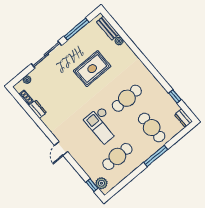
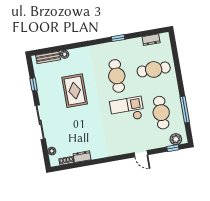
window: (76, 29) -> (34, 84), width x0.46
window: (175, 96) -> (118, 38), moved
dresser: (183, 118) -> (151, 40), moved
checkout: (102, 125) -> (127, 110), turned 180
door: (61, 149) -> (141, 154), moved
window: (156, 156) -> (185, 109), moved

